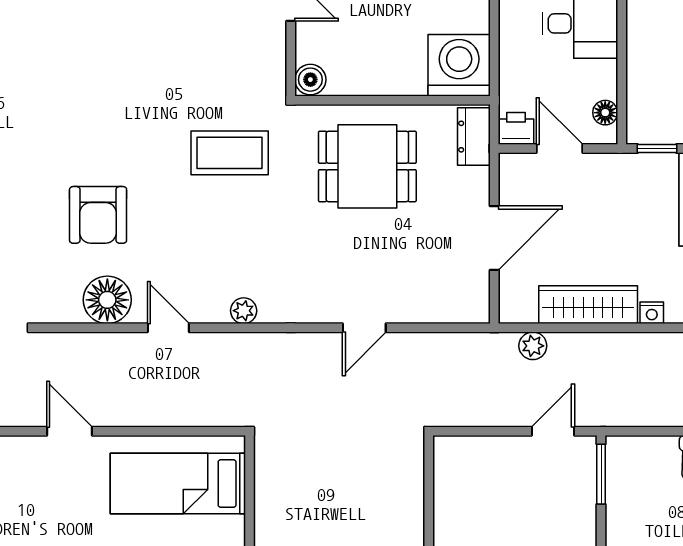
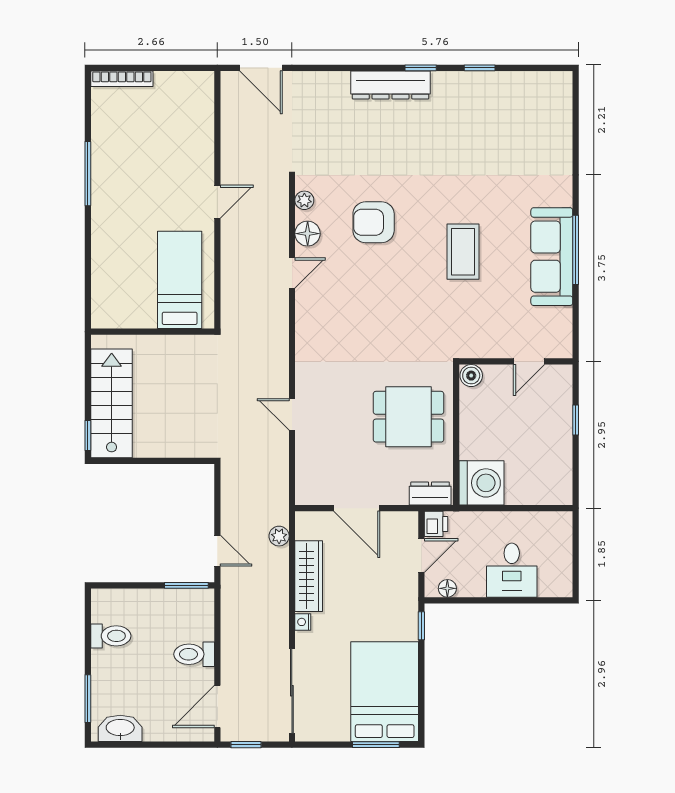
coffee table: (230, 153) -> (463, 252), moved
dining table: (367, 166) -> (408, 417), turned 90
floor lamp: (107, 300) -> (308, 234), width x0.73, depth x0.73
plant: (244, 311) -> (304, 200), moved

